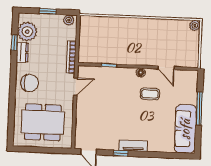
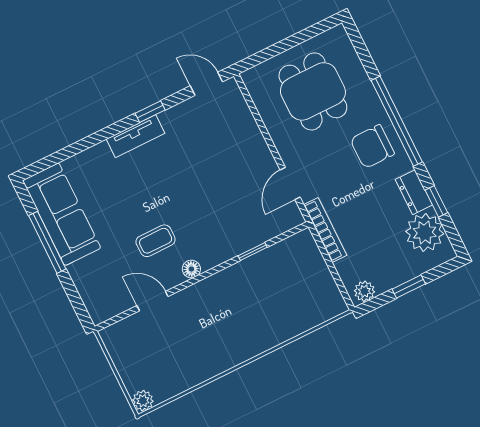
window: (13, 88) -> (397, 121), added
window: (199, 109) -> (47, 242), moved
dining table: (43, 122) -> (313, 91), width x0.73

